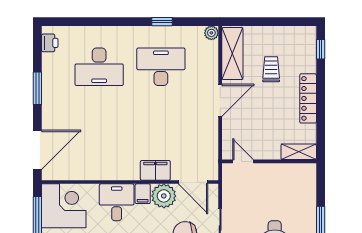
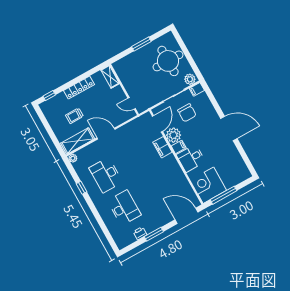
printer: (50, 43) -> (140, 233), moved
door: (243, 161) -> (132, 103), hinge flipped

